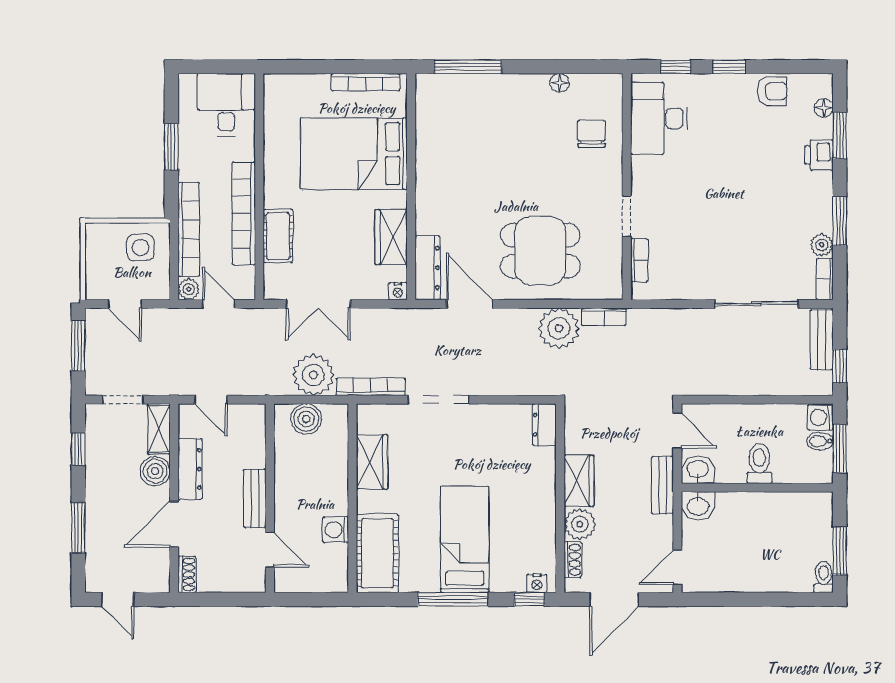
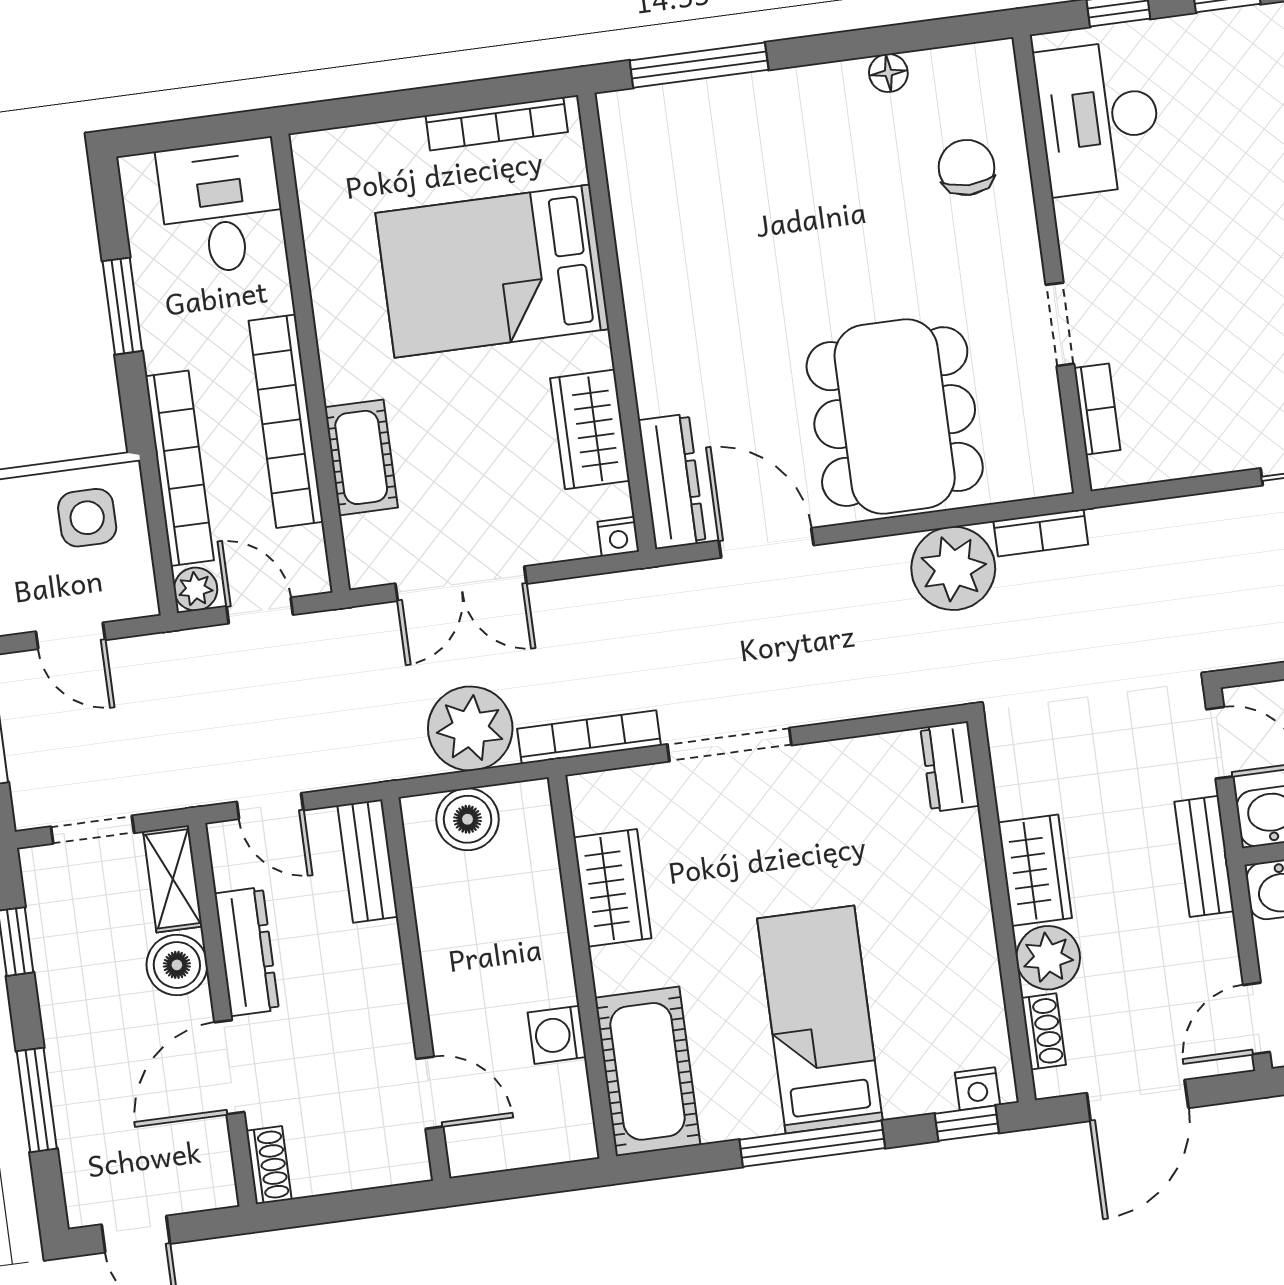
dining table: (540, 251) -> (895, 417), width x1.37
bench: (255, 498) -> (368, 861), moved

